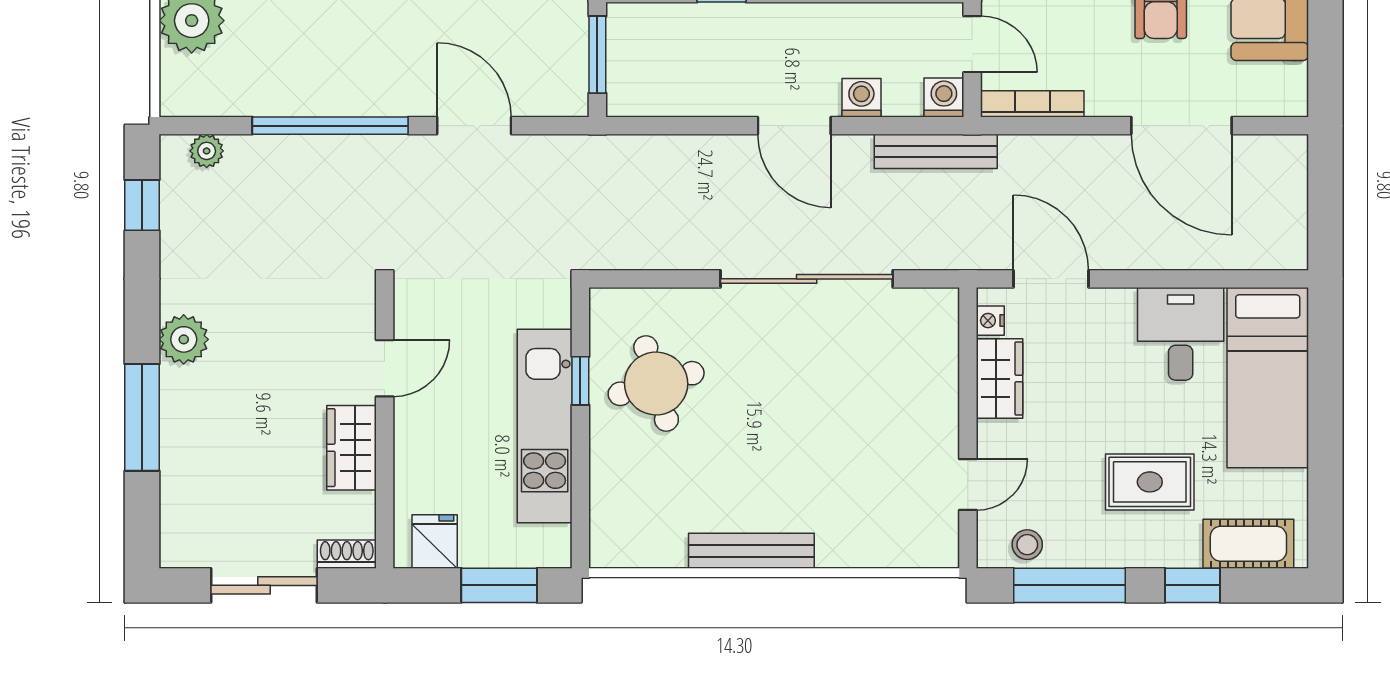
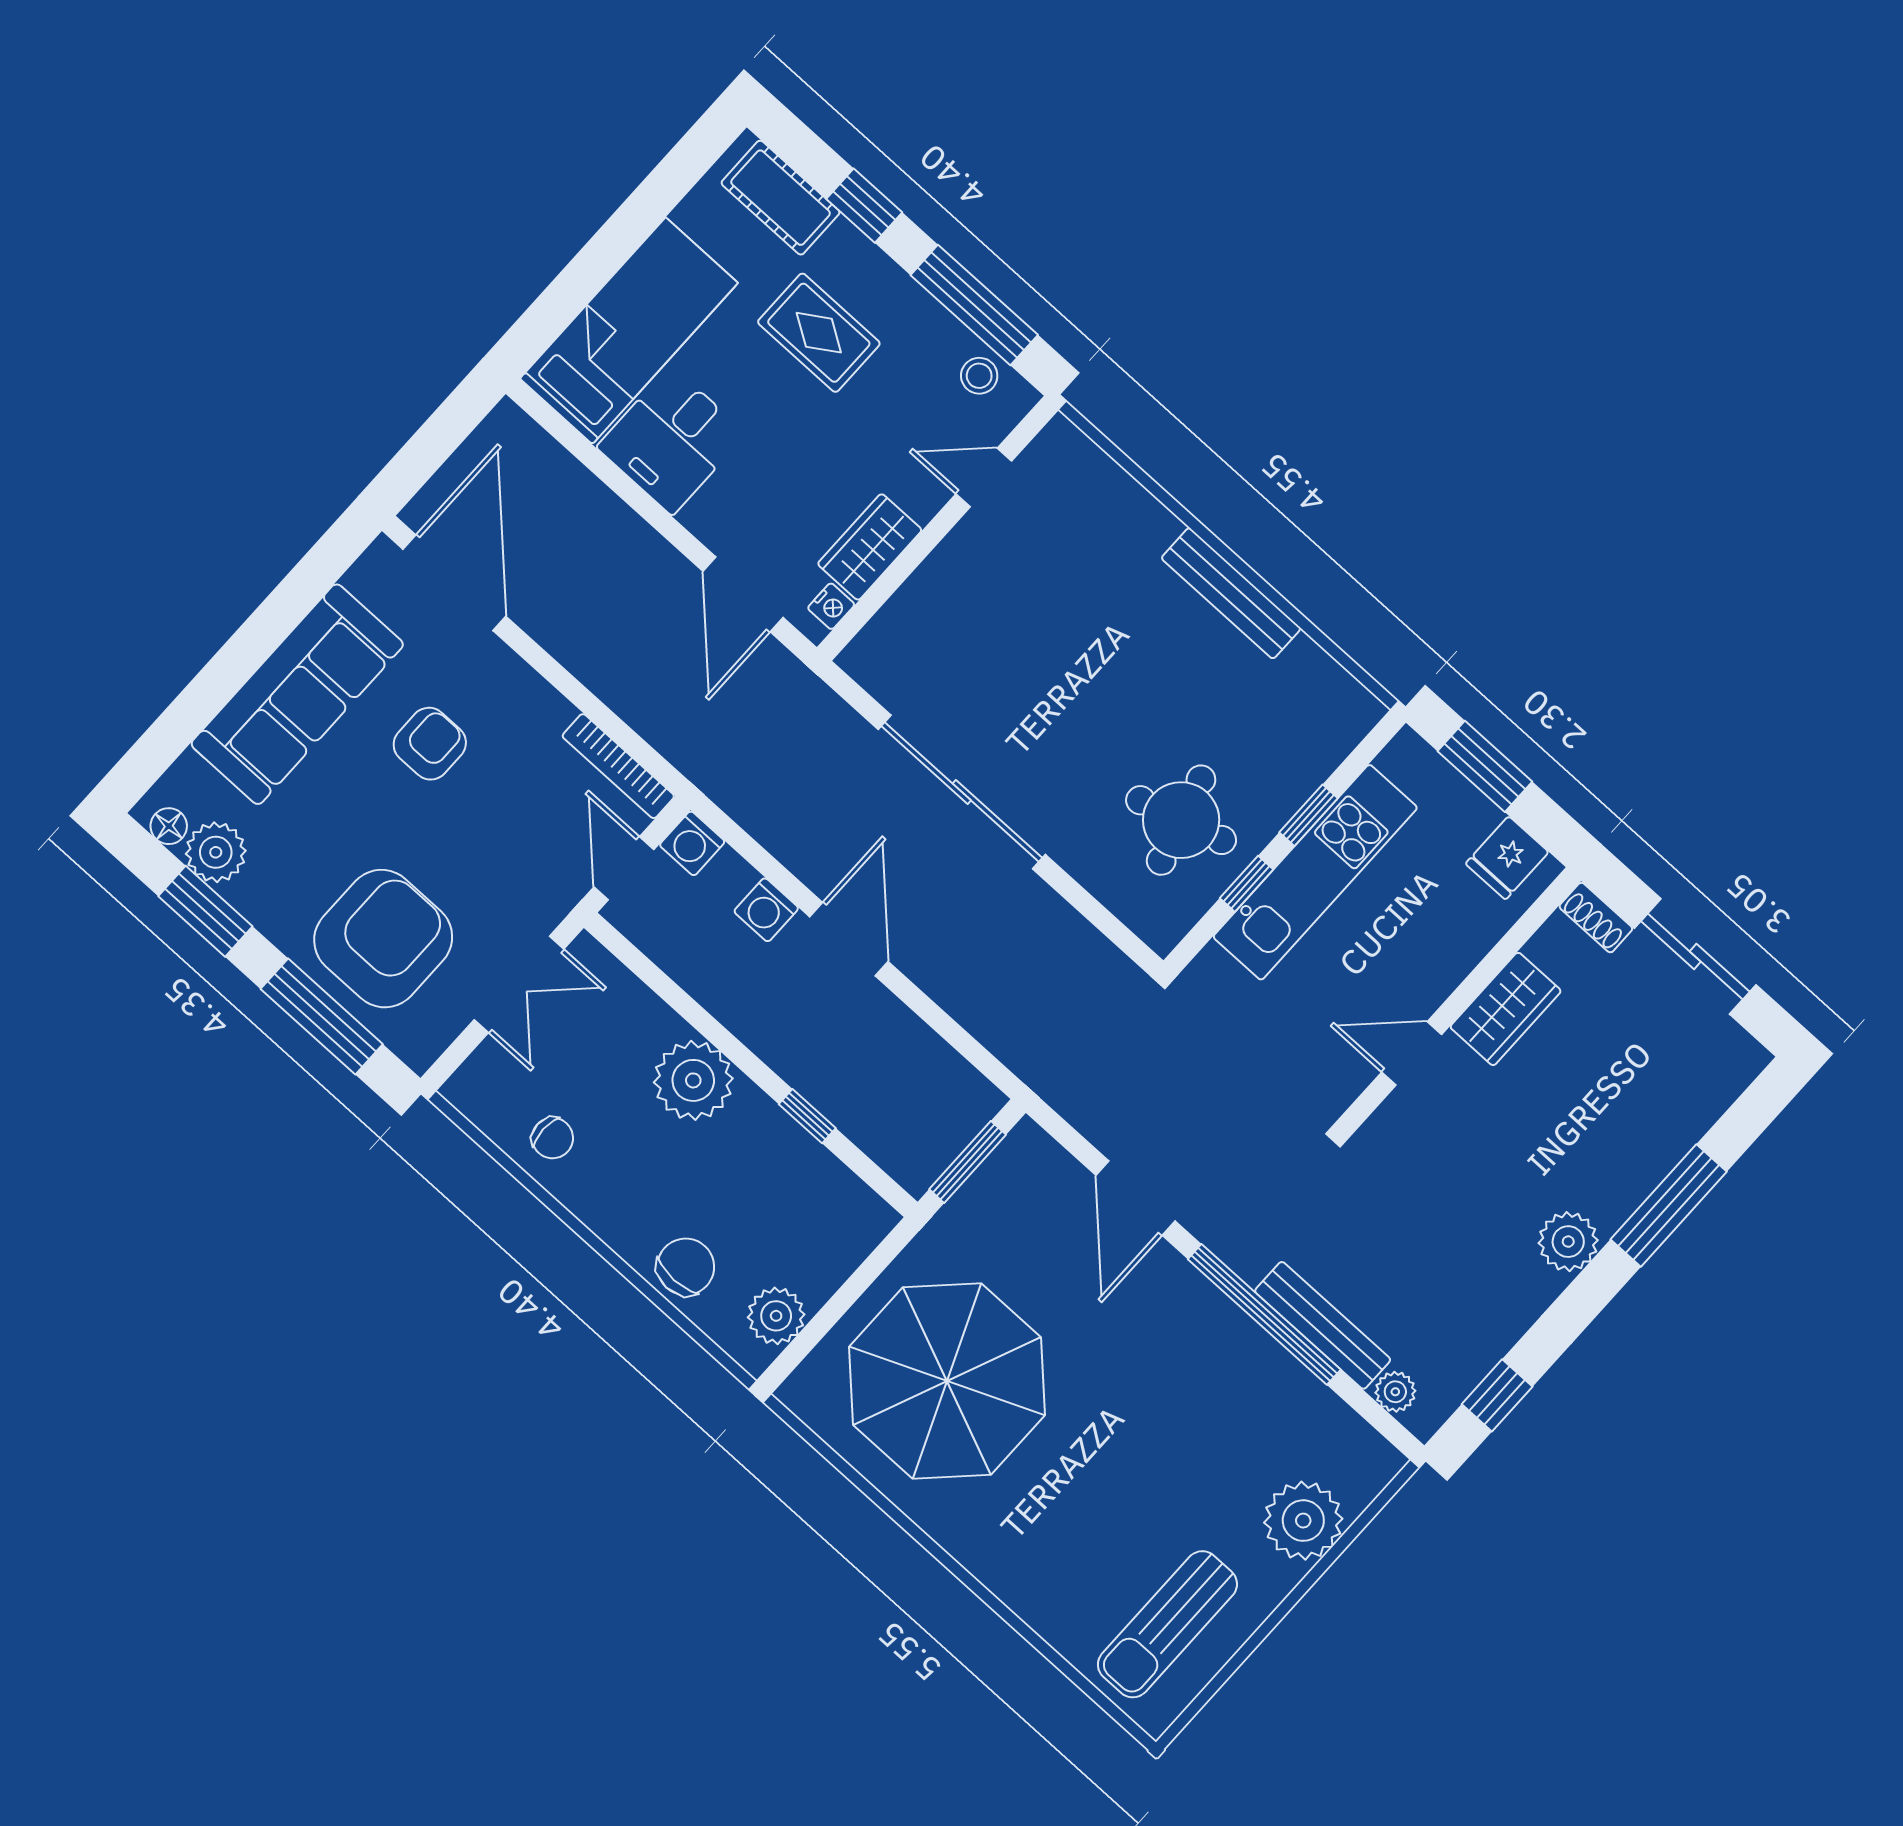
door: (1182, 126) -> (454, 583), moved
bench: (936, 151) -> (1323, 1325), moved
window: (580, 457) -> (1309, 815), added

